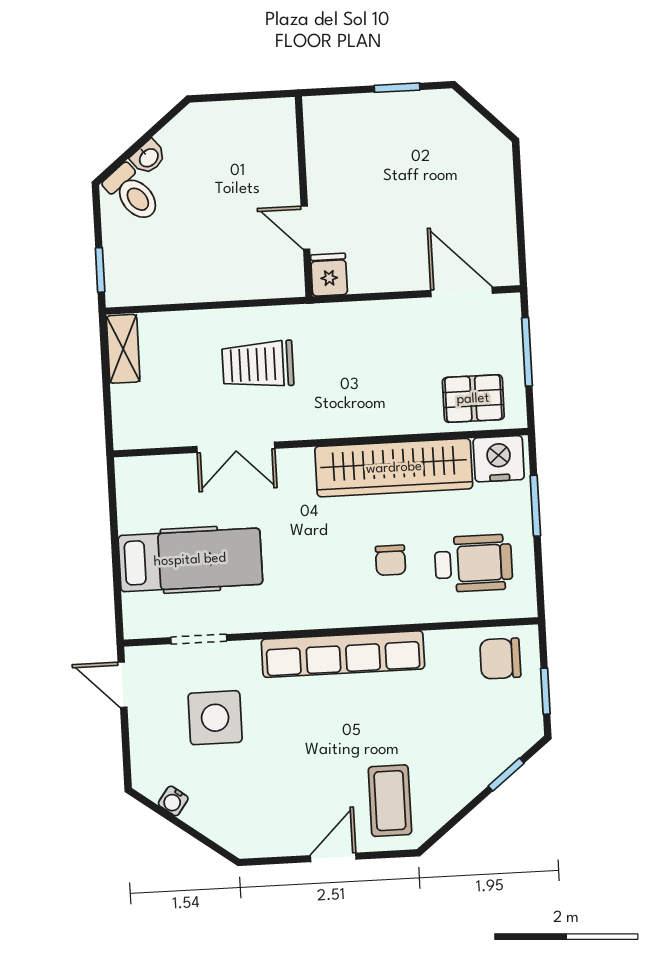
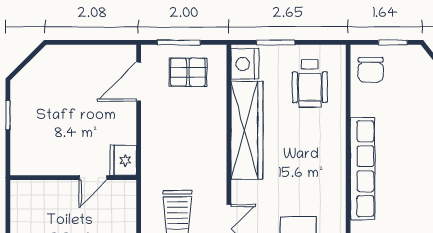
fridge: (329, 275) -> (123, 160), width x1.38
pallet: (473, 399) -> (188, 72), moved, turned 90
chair: (391, 560) -> (305, 135), removed
wheelchair: (473, 563) -> (310, 83), turned 180

